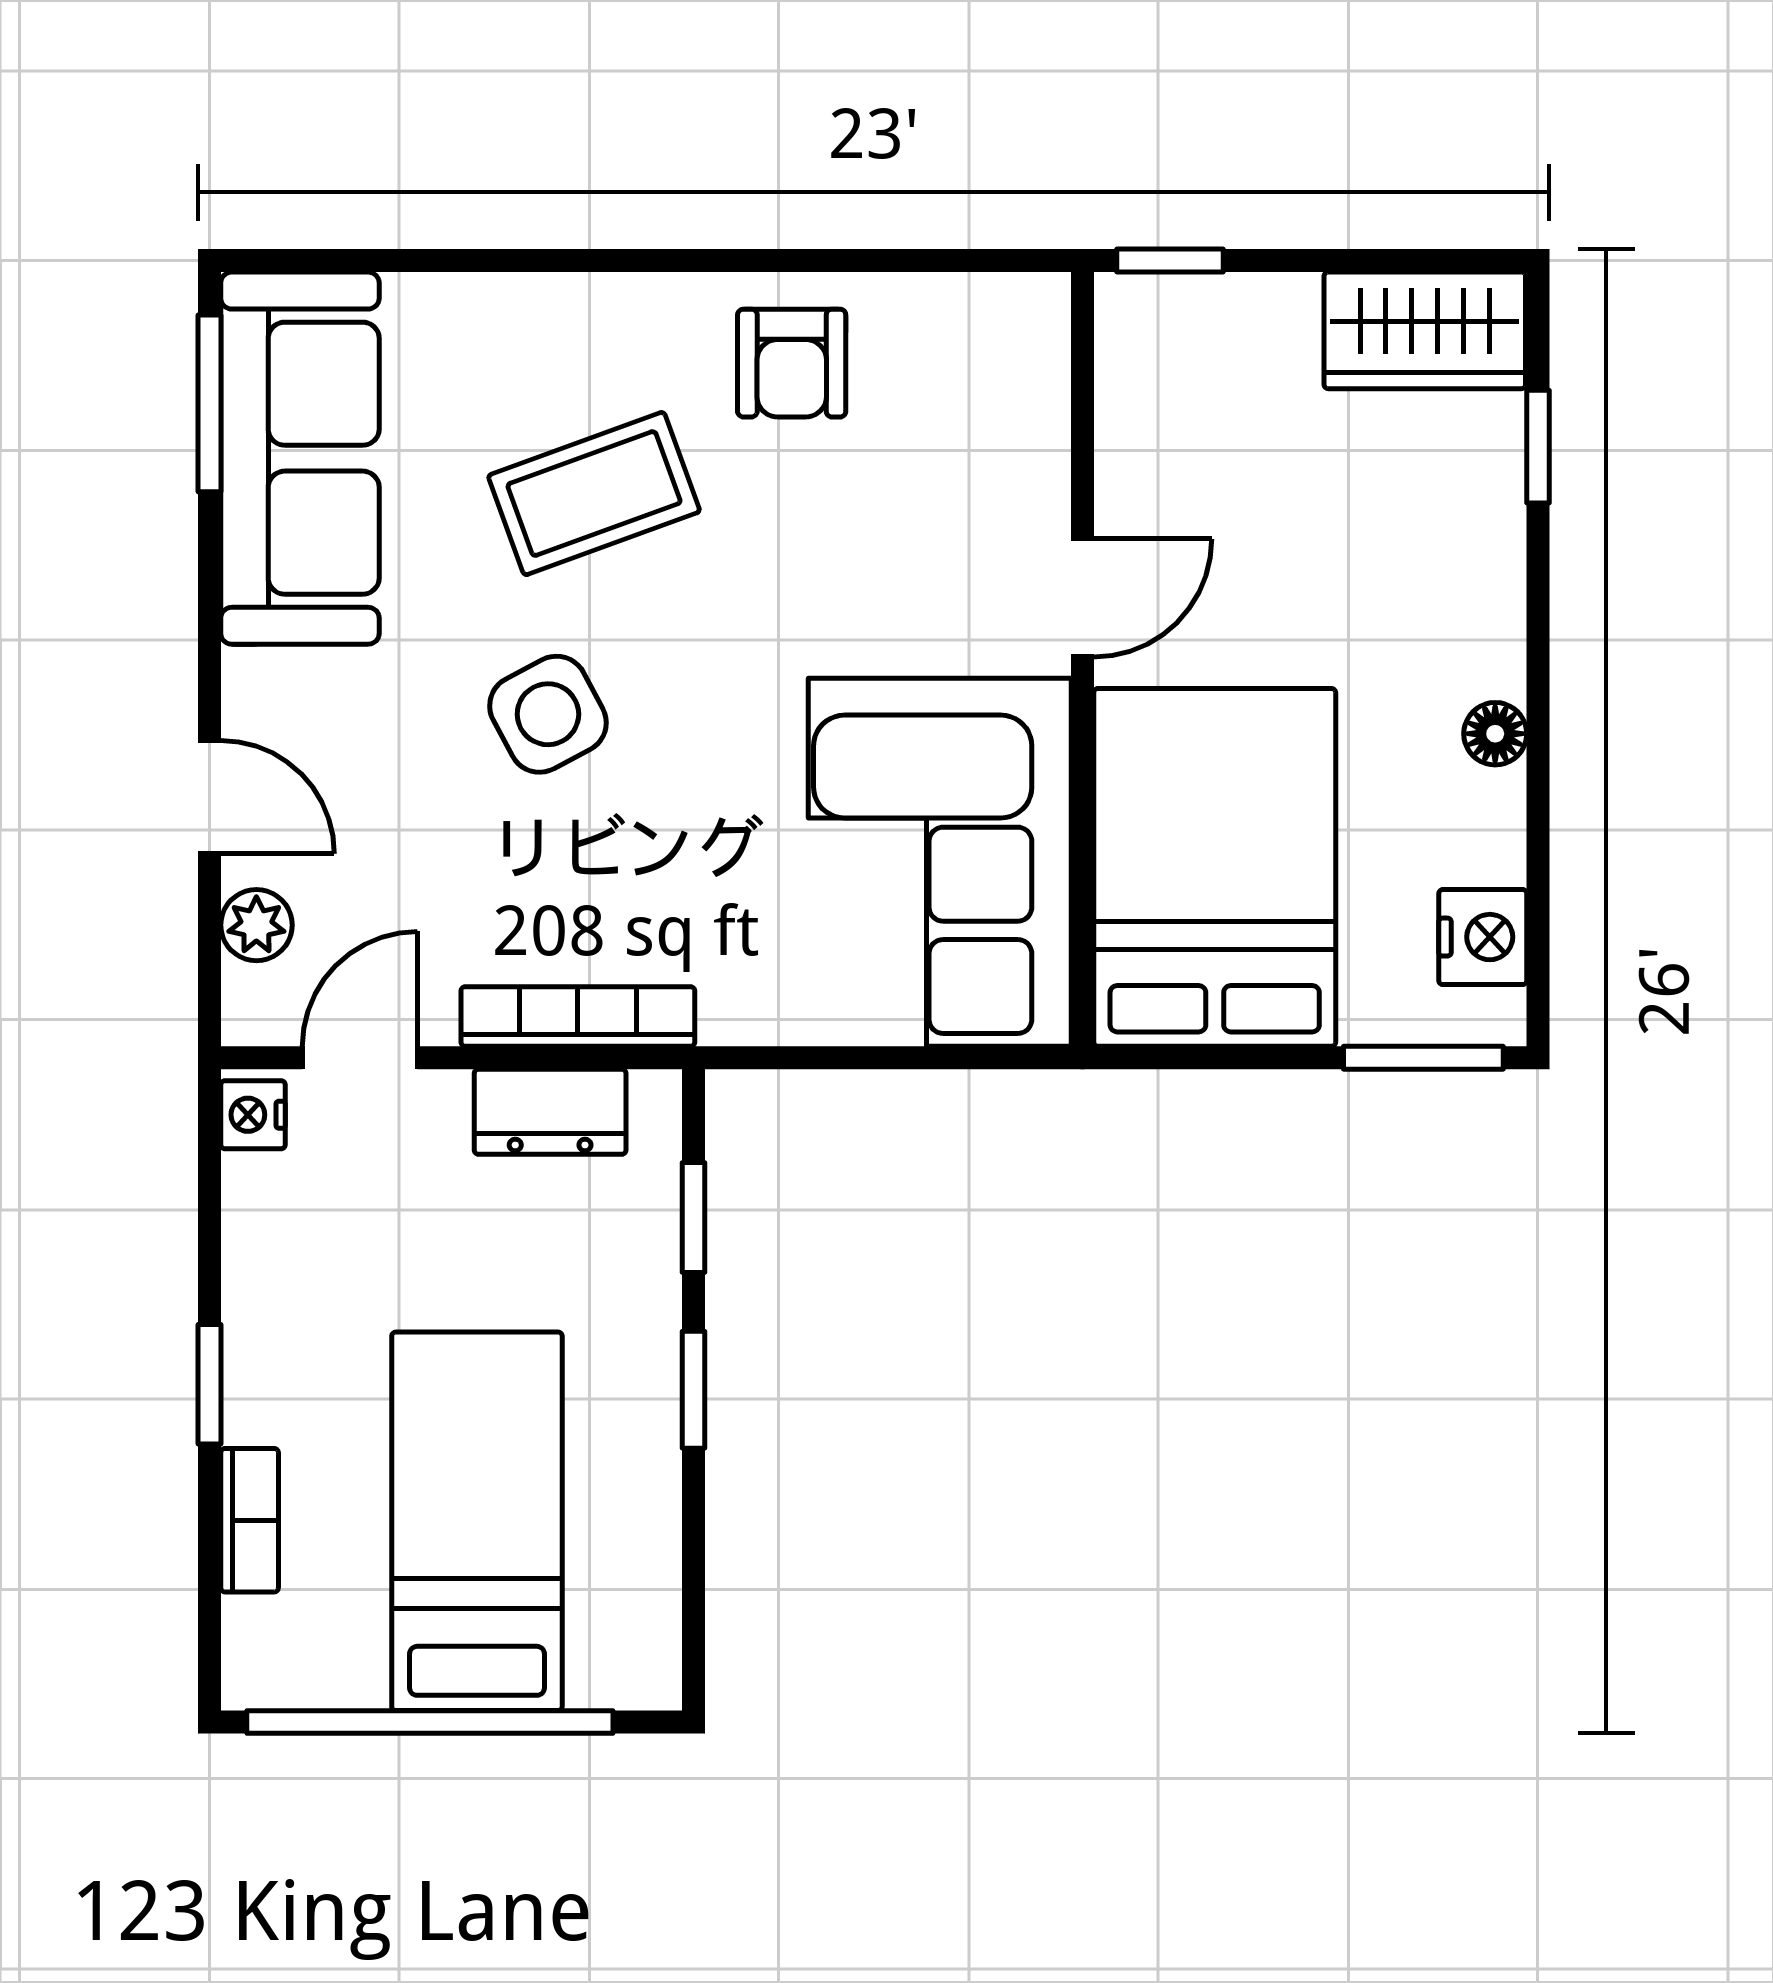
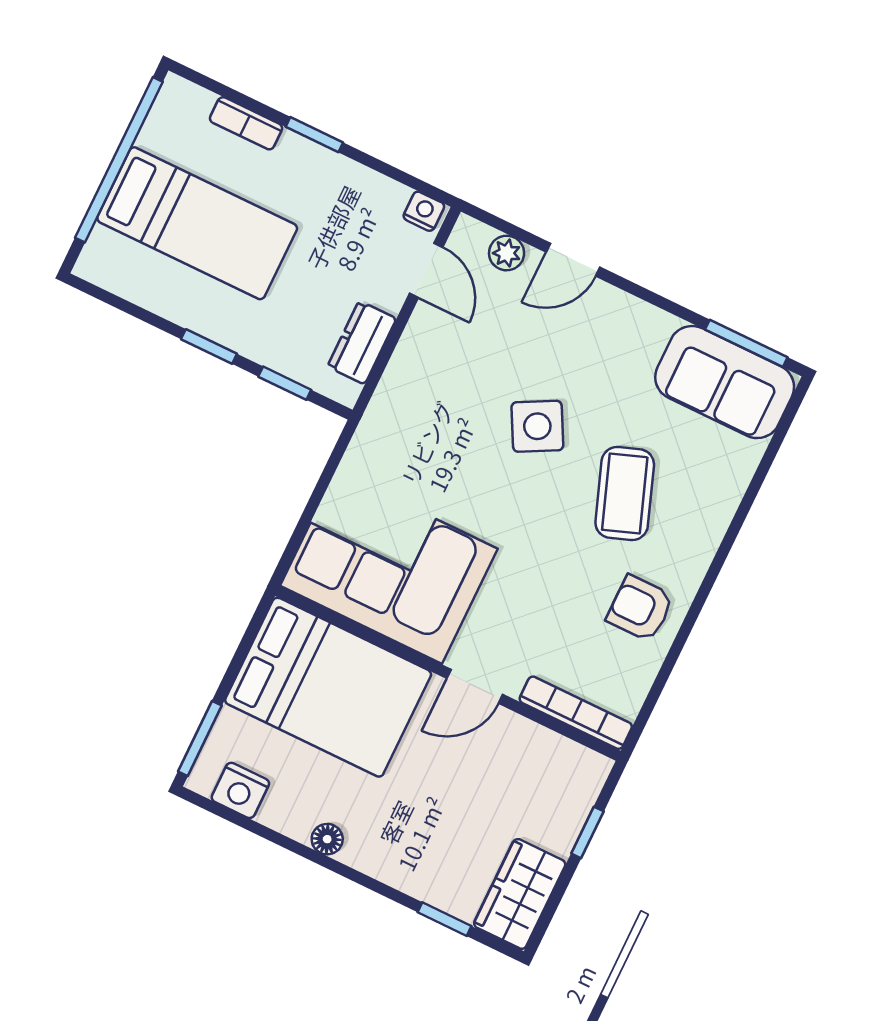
window: (1170, 261) -> (587, 832), moved
sofa: (300, 458) -> (725, 382), width x0.73
door: (1082, 598) -> (475, 686), hinge flipped
bookcase: (578, 1016) -> (576, 713), moved, turned -90

